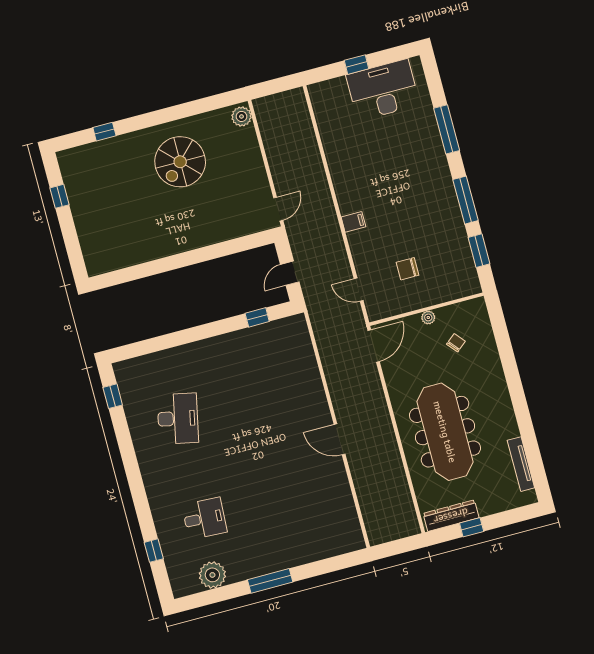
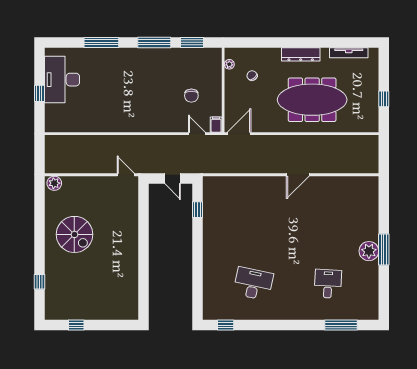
filing cabinet: (353, 222) -> (216, 125), moved
door: (359, 290) -> (197, 134), swing flipped
plant: (428, 318) -> (229, 64), moved
door: (374, 346) -> (239, 134), hinge flipped
dresser: (451, 516) -> (301, 54), moved, turned -90
window: (154, 551) -> (341, 325), width x2.17
plant: (212, 575) -> (369, 251), moved

